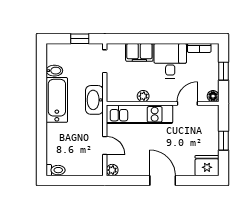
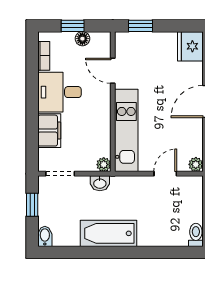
bidet: (54, 71) -> (45, 236), moved
plant: (143, 96) -> (104, 165), moved
floor lamp: (213, 96) -> (82, 39), moved
washbasin: (94, 100) -> (100, 183), width x0.52, depth x0.69
window: (223, 141) -> (140, 26), moved

